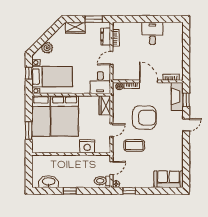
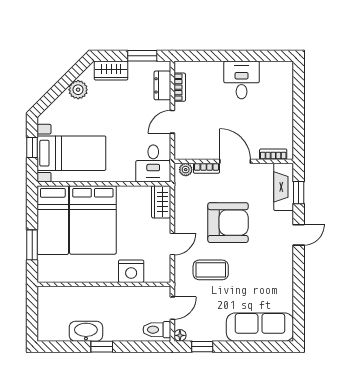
plant: (47, 48) -> (78, 90), moved
sofa: (168, 179) -> (260, 327), width x1.36
washbasin: (49, 182) -> (86, 331), moved

